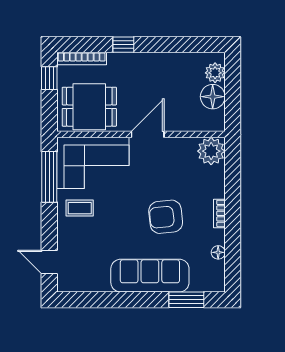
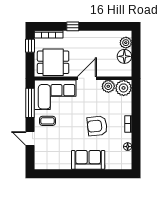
plant: (185, 148) -> (108, 86), added
door: (49, 262) -> (30, 138), moved
sofa: (150, 276) -> (88, 160), width x0.73
window: (186, 300) -> (109, 174), removed

